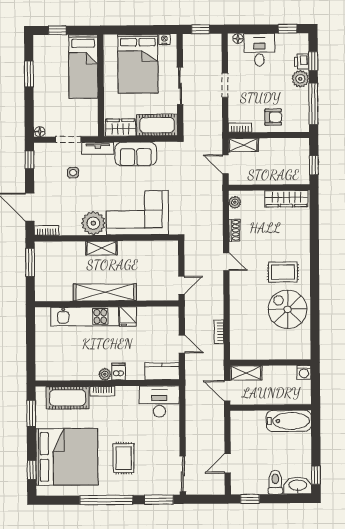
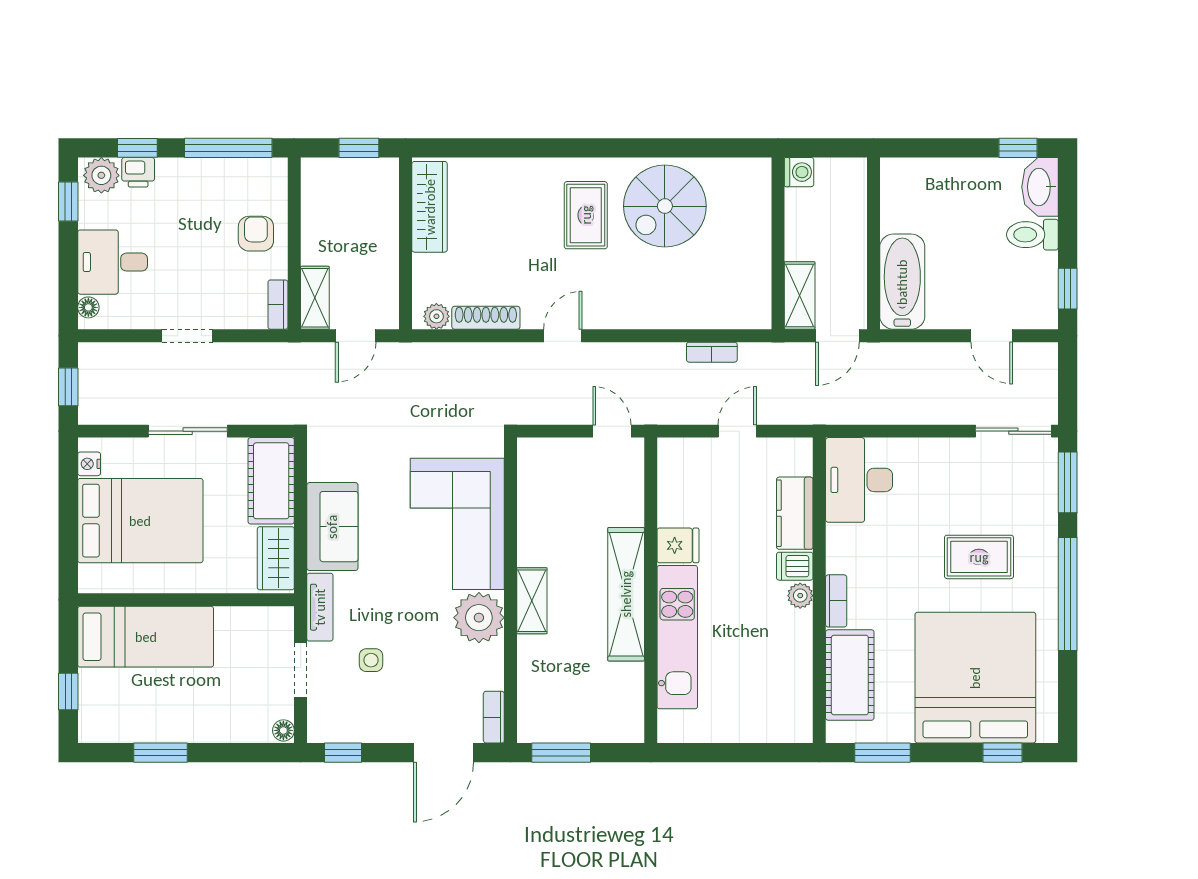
plant: (300, 79) -> (101, 175), moved
shoe rack: (234, 230) -> (486, 318), width x1.43
kitchen counter: (162, 371) -> (795, 513), moved
bathtub: (289, 421) -> (902, 282), moved

